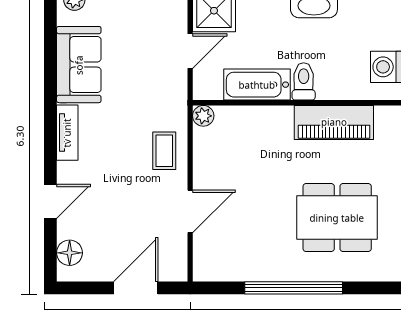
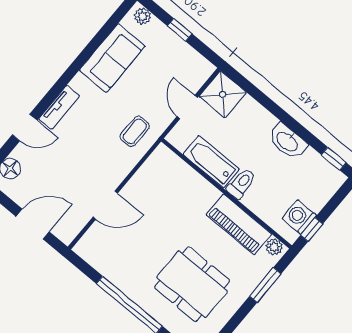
door: (190, 51) -> (187, 107), swing flipped
plant: (203, 116) -> (274, 247), moved
tv unit: (67, 133) -> (59, 107), moved
coffee table: (164, 151) -> (135, 131), moved

